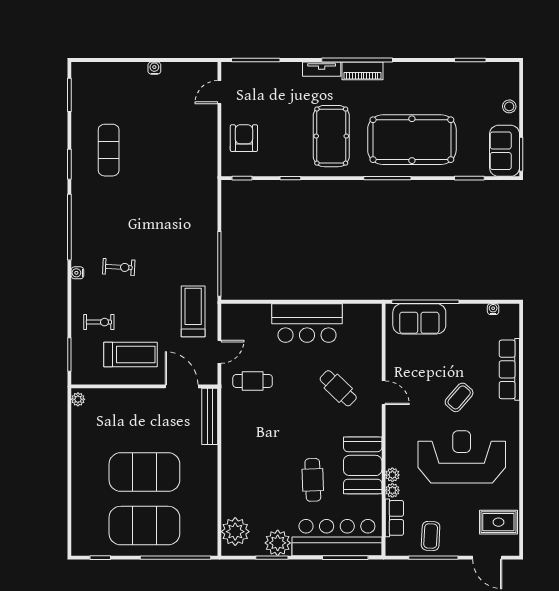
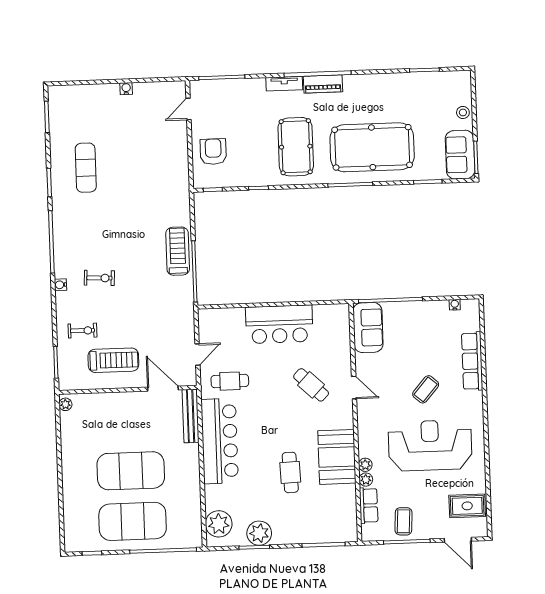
treadmill: (193, 311) -> (178, 251), moved
sofa: (419, 319) -> (368, 328), moved, turned -90
bar counter: (337, 538) -> (220, 441), moved, turned 90

